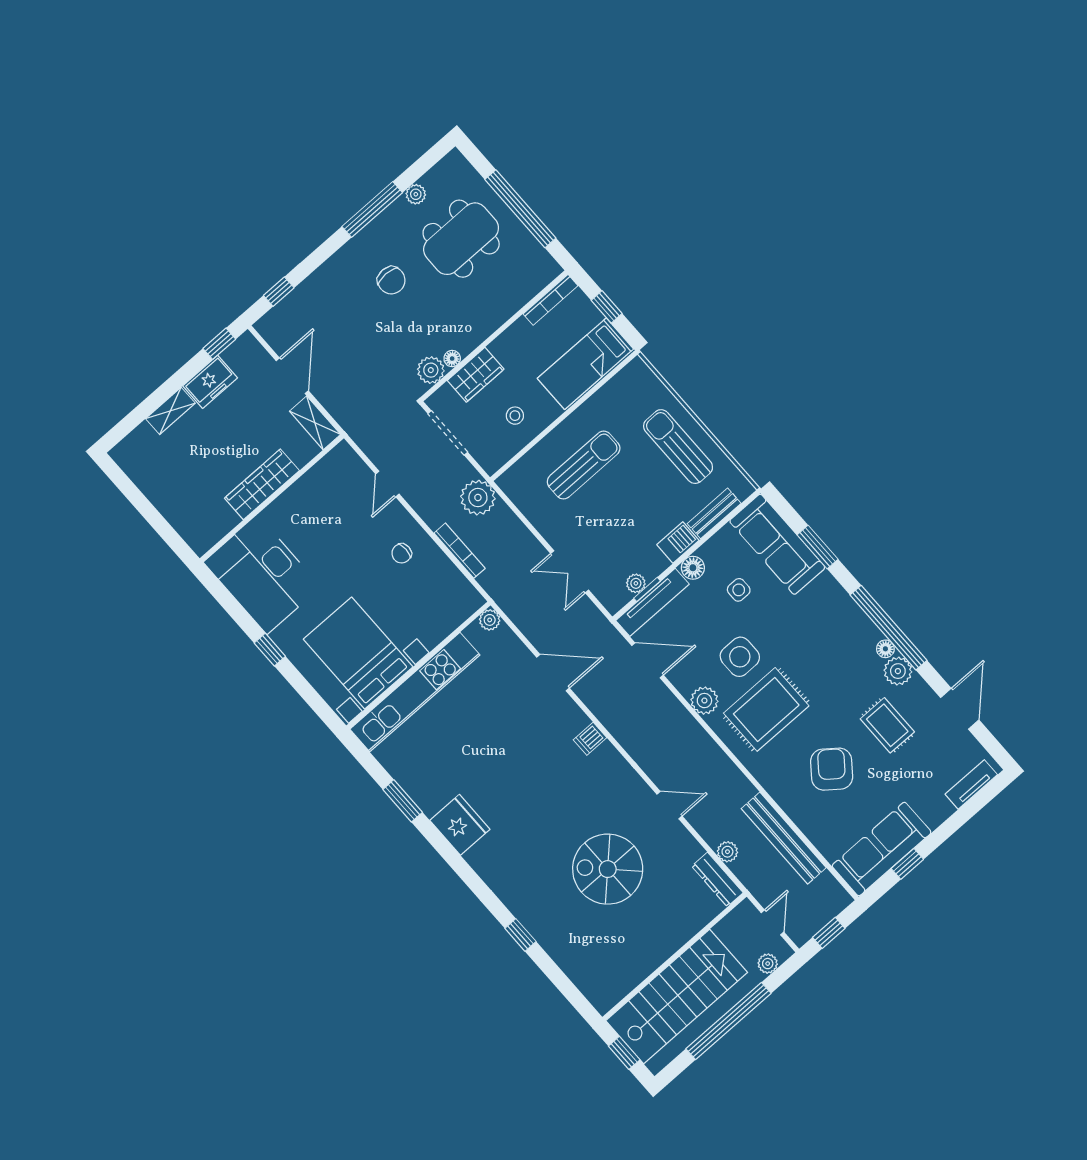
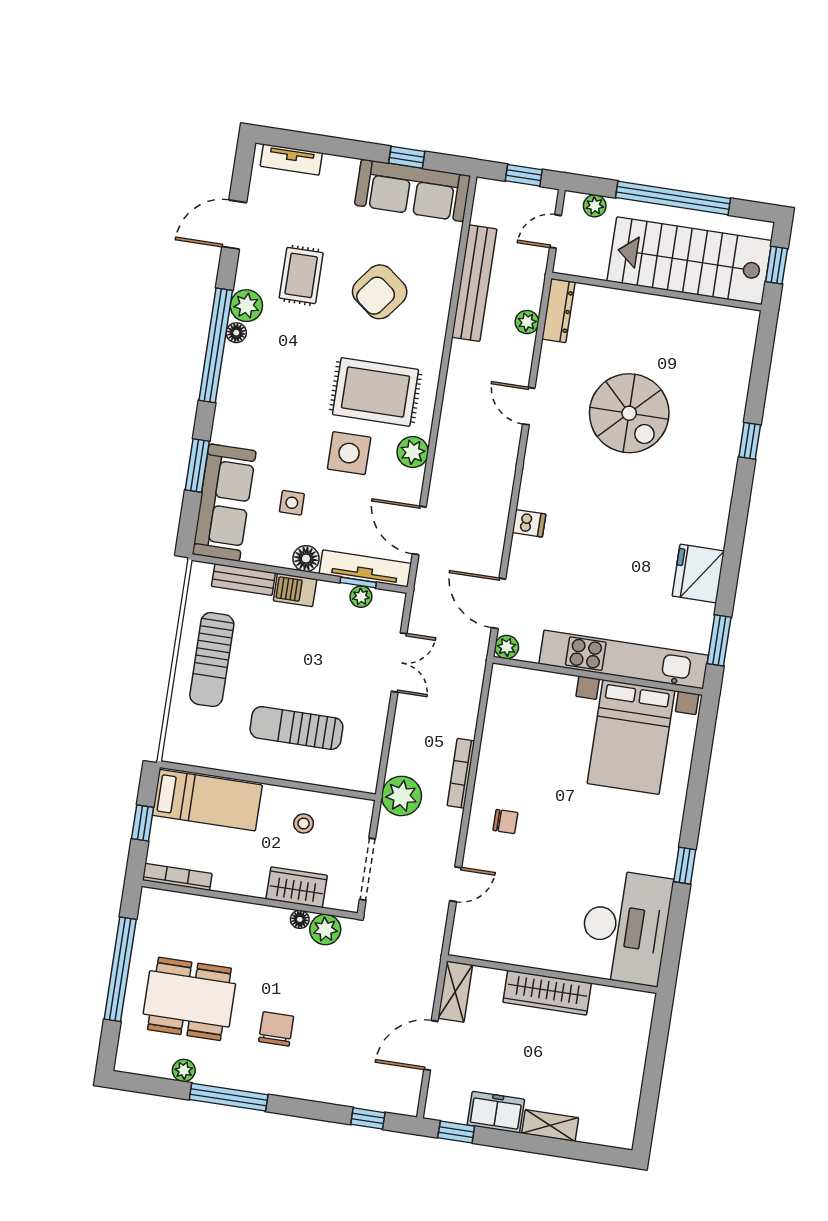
plant: (490, 620) -> (507, 647), moved
bed with nightstands: (358, 653) -> (631, 737), moved
wall: (418, 665) -> (598, 676), moved
kitchen unit: (415, 692) -> (624, 659), moved

